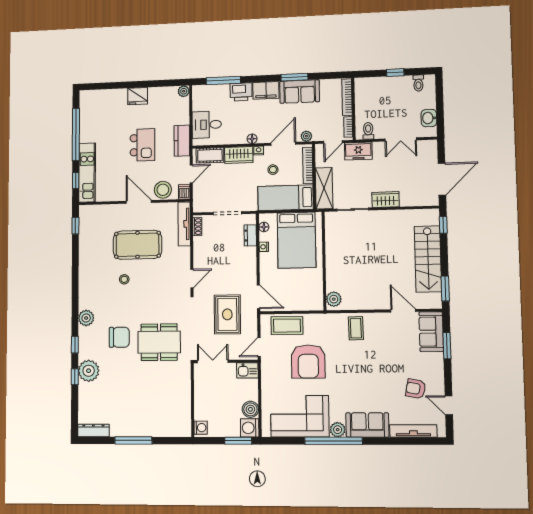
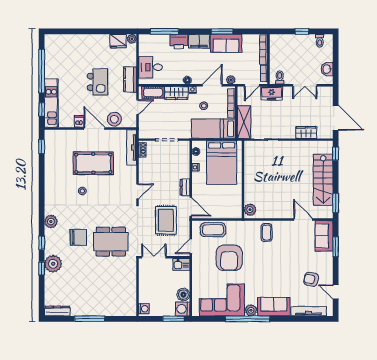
fridge: (138, 96) -> (118, 41), moved
door: (442, 179) -> (336, 118), hinge flipped
dishwasher: (184, 192) -> (79, 121), moved
wardrobe: (386, 200) -> (306, 132), moved
dresser: (250, 235) -> (185, 187), moved

